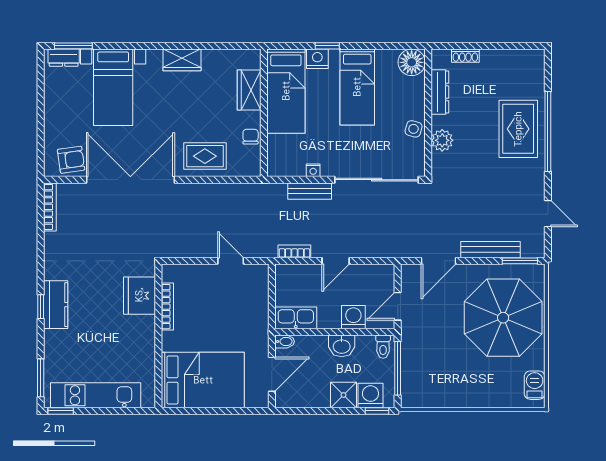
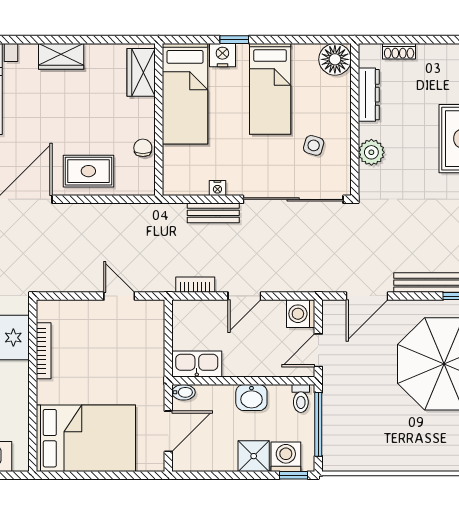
wardrobe: (249, 90) -> (141, 72), moved
side table: (414, 129) -> (314, 145), moved
washing machine: (353, 317) -> (301, 314), moved, turned -90

